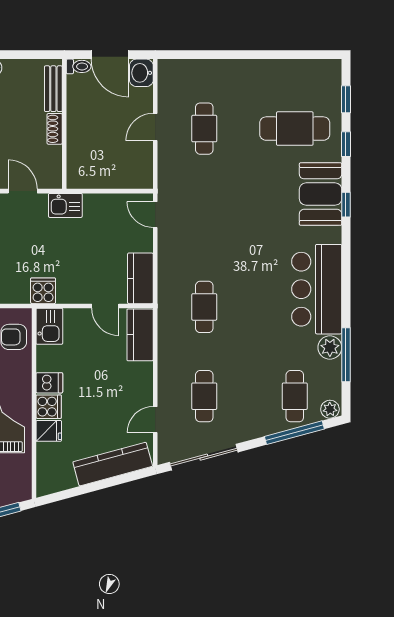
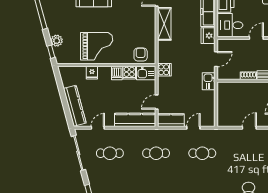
door: (155, 127) -> (249, 128), hinge flipped
cafe table: (204, 129) -> (202, 153), moved
door: (155, 215) -> (193, 128), moved
kitchen counter: (140, 335) -> (135, 120), width x1.50
cooker: (49, 407) -> (129, 73), moved
door: (155, 420) -> (98, 128), hinge flipped

